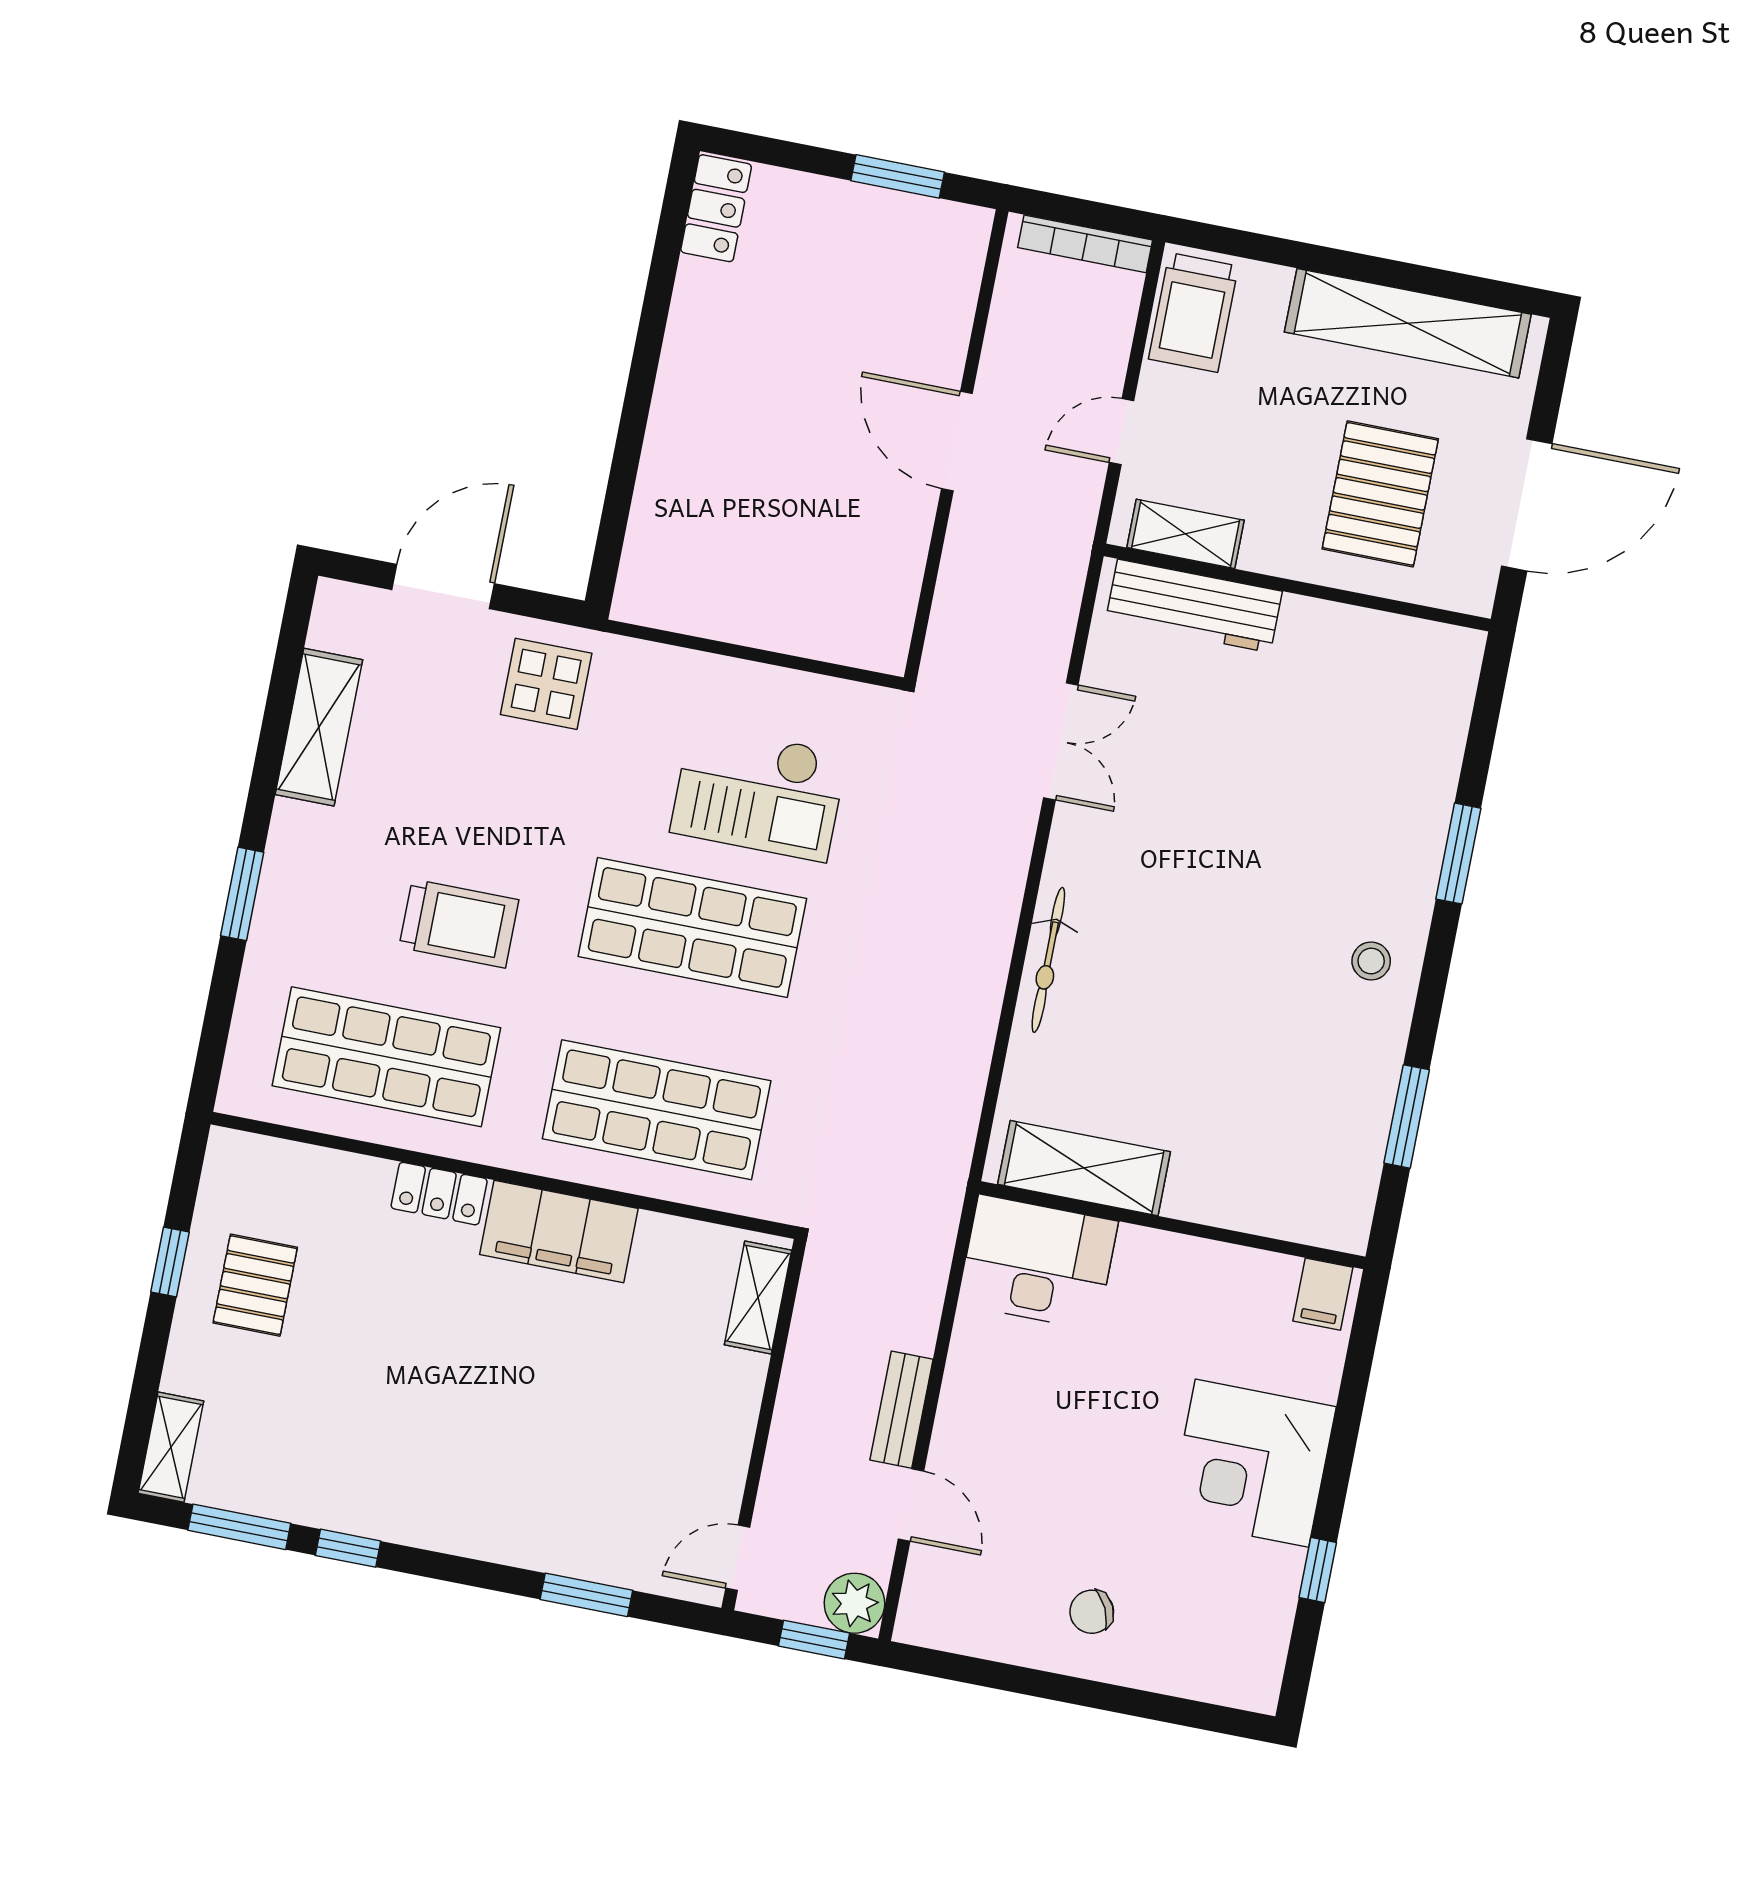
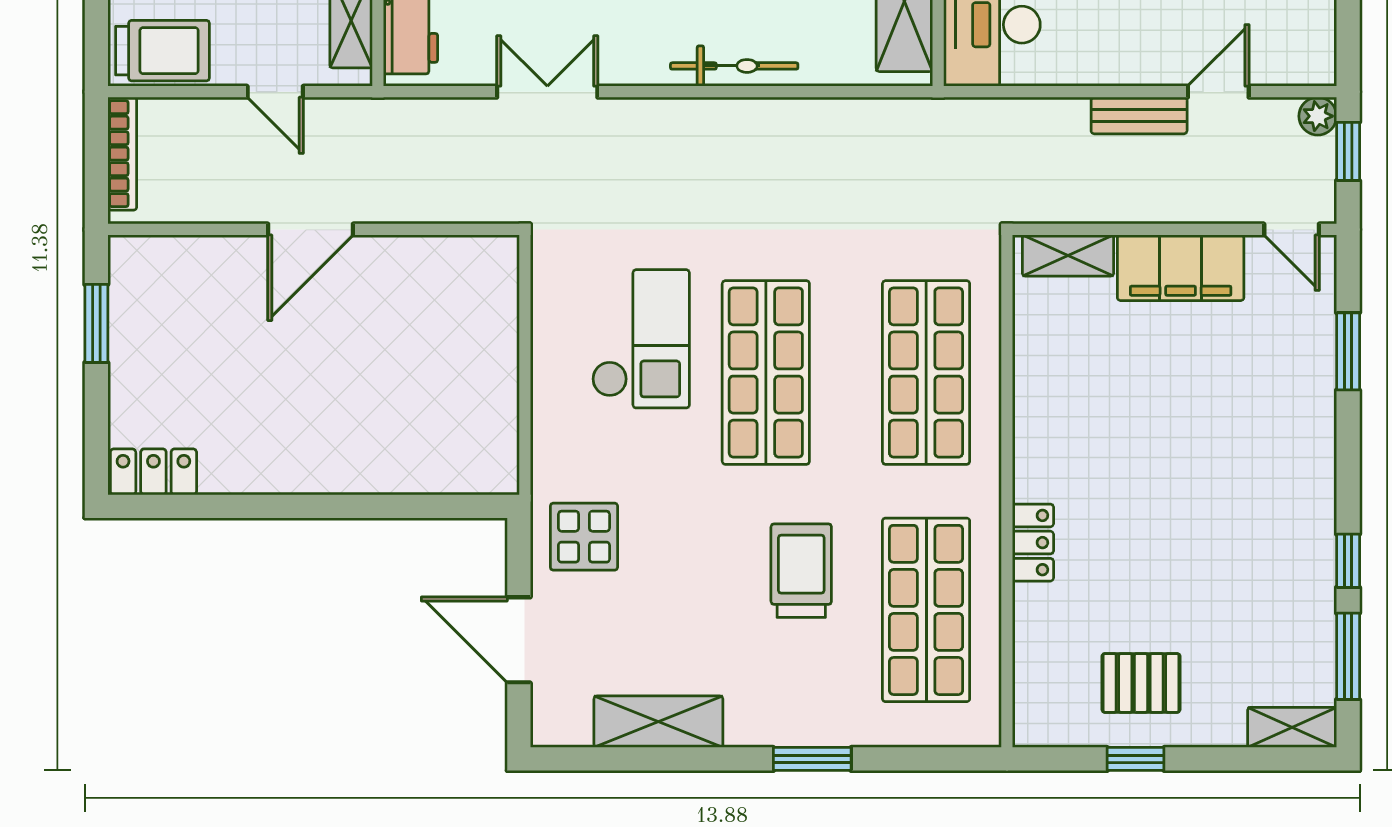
filing cabinet: (559, 1232) -> (1181, 268), moved, turned 90
plant: (854, 1603) -> (1318, 116), width x0.73, depth x0.73

